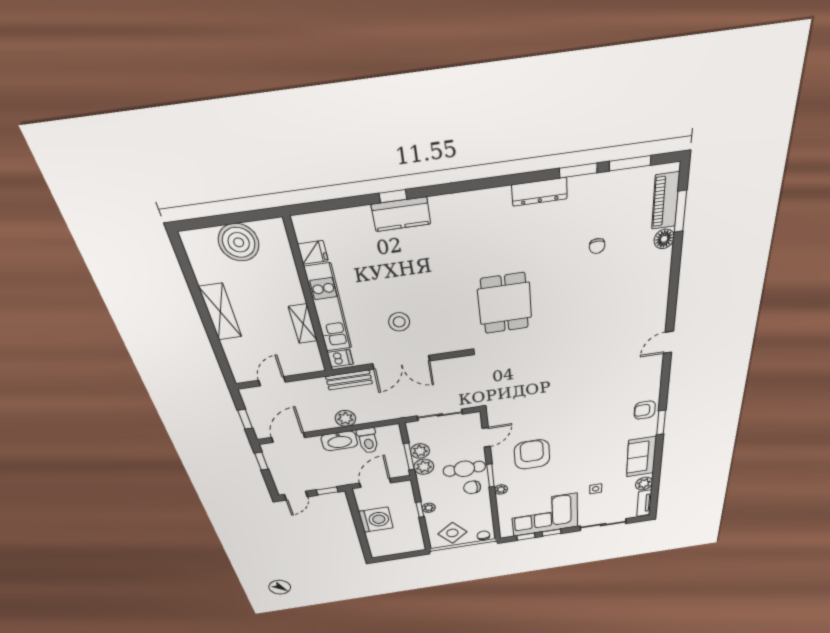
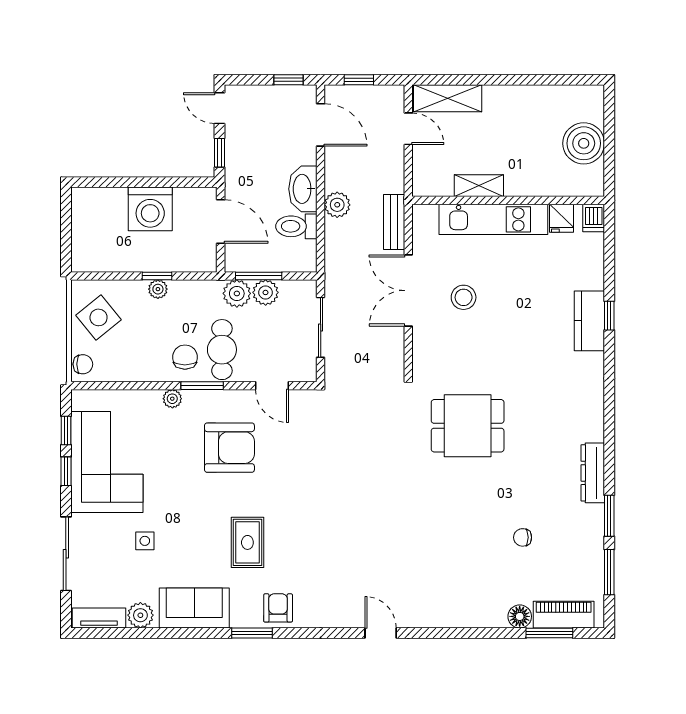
shelving: (221, 312) -> (448, 98), moved
dishwasher: (340, 358) -> (594, 218), moved
rug: (598, 435) -> (247, 542), added

